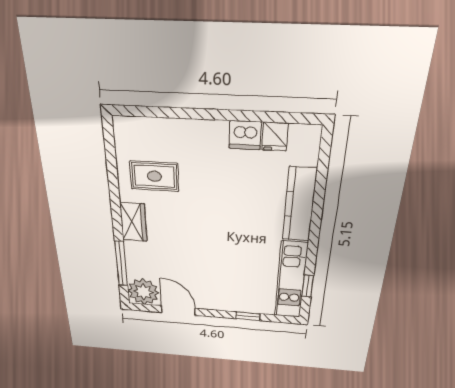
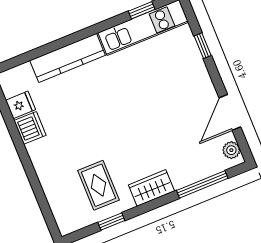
window: (112, 172) -> (111, 222), added
plant: (144, 292) -> (231, 150), width x0.53, depth x0.53

